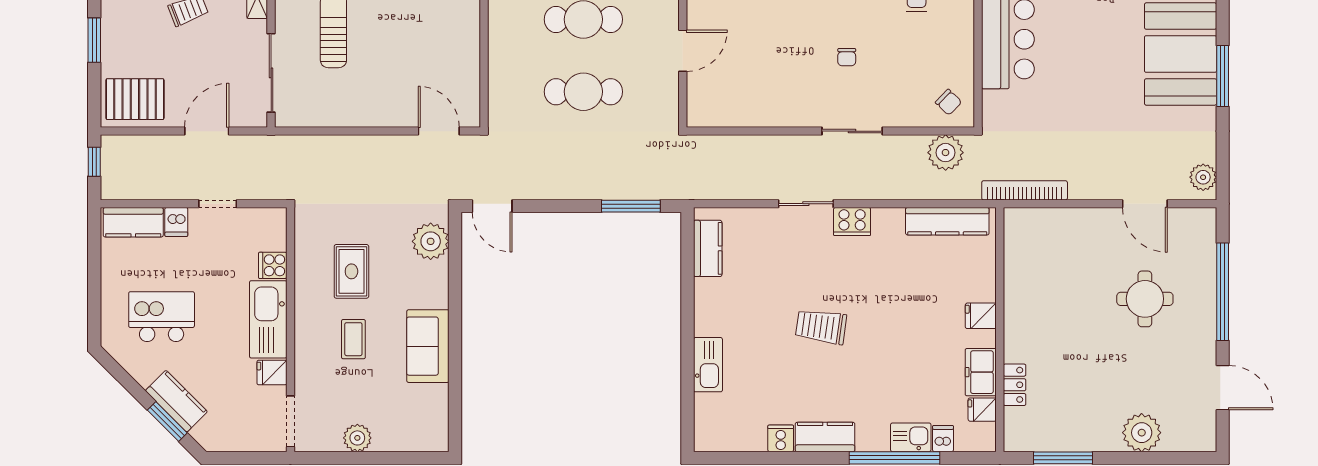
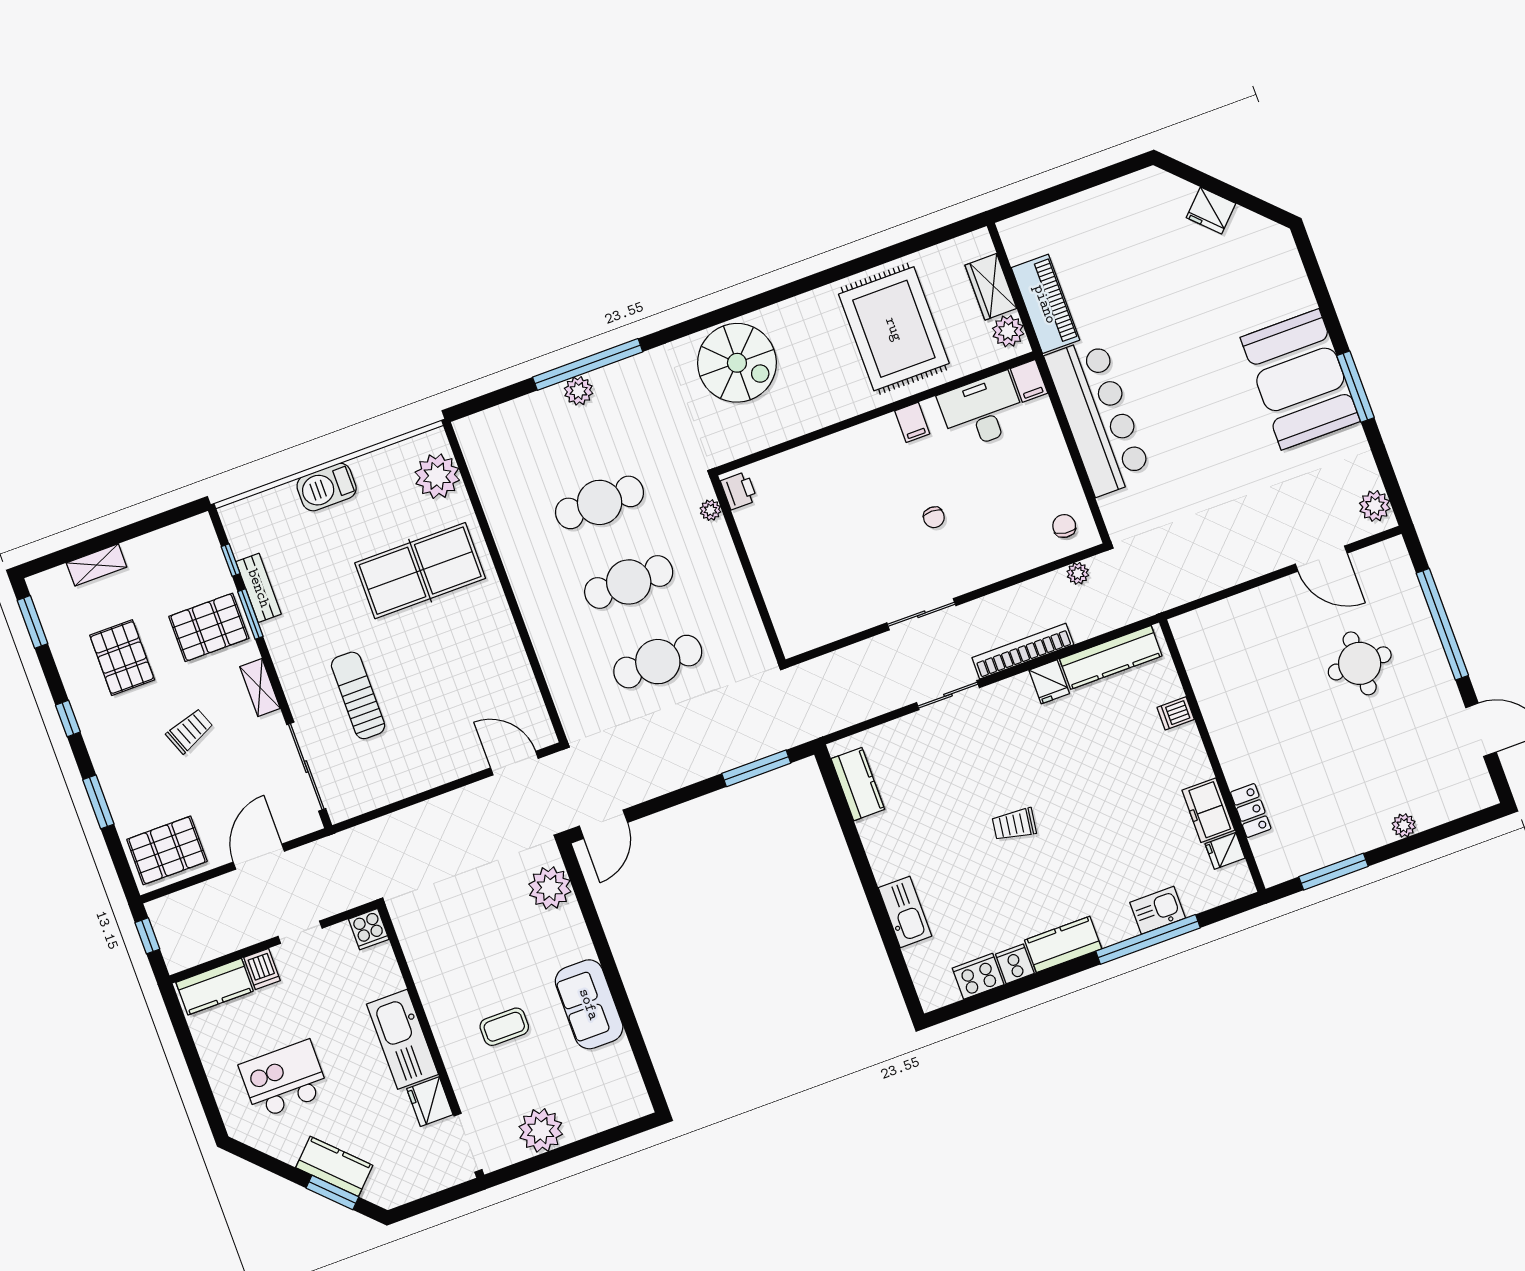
door: (683, 51) -> (751, 576), removed
chair: (949, 102) -> (1064, 526), turned -126
sliding door: (852, 131) -> (921, 614), moved
plant: (946, 153) -> (1078, 573), width x0.53, depth x0.53
bookcase: (1025, 190) -> (1023, 651), moved
door: (492, 206) -> (603, 824), hinge flipped
cooker: (852, 222) -> (978, 976), moved, turned 180
cooker: (273, 265) -> (369, 929), moved, turned -90
rug: (351, 271) -> (475, 953), removed
fridge: (981, 316) -> (1049, 682), moved, turned -90
trolley: (821, 327) -> (1014, 824), width x0.73, depth x0.72
coffee table: (353, 339) -> (504, 1027), turned 90
fridge: (272, 372) -> (430, 1102), width x1.38
plant: (1142, 433) -> (1404, 825), width x0.53, depth x0.53
plant: (357, 438) -> (541, 1130), width x1.36, depth x1.36
dishwasher: (943, 439) -> (1176, 713), moved, turned -90

